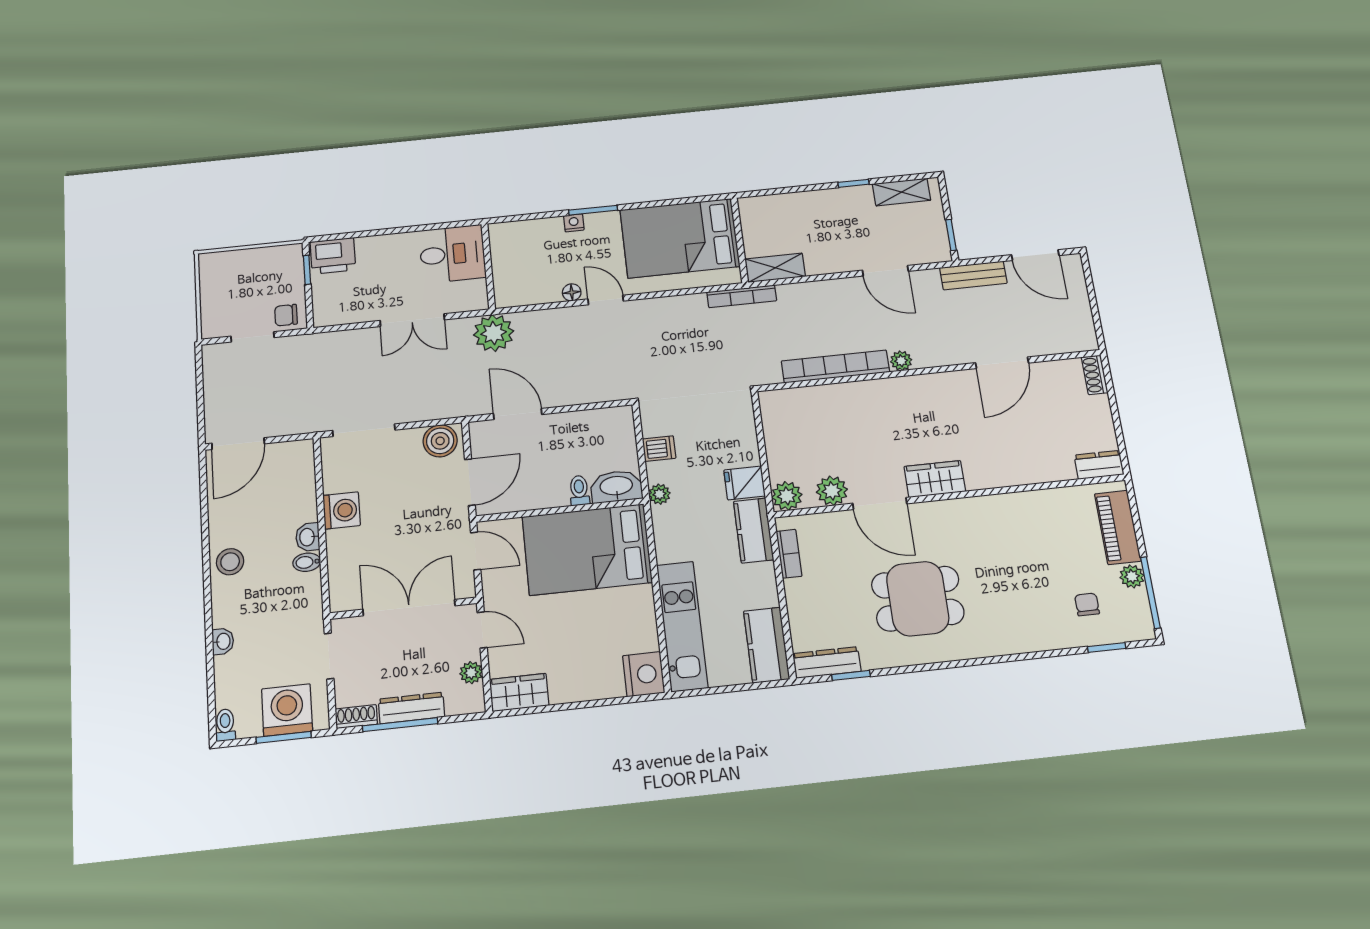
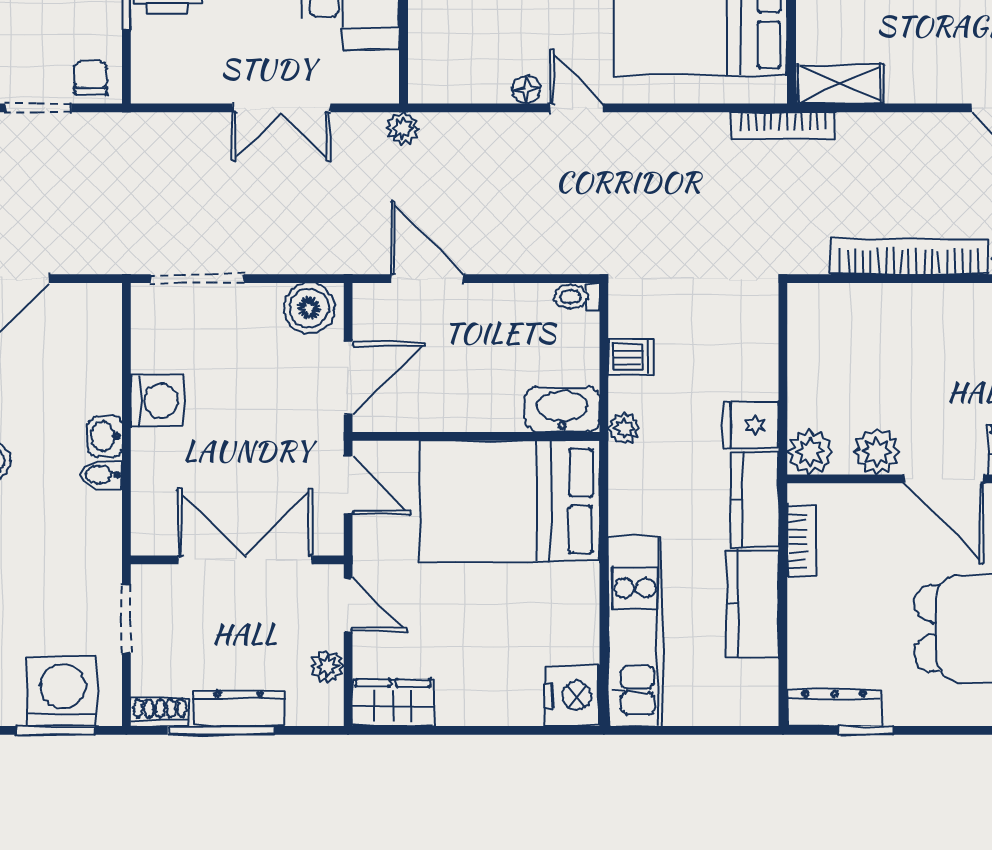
chair: (286, 315) -> (91, 78), turned 90
plant: (494, 333) -> (403, 129), width x0.53, depth x0.53
toilet: (579, 490) -> (577, 297), moved, turned -90
kitchen counter: (767, 645) -> (752, 604), moved

